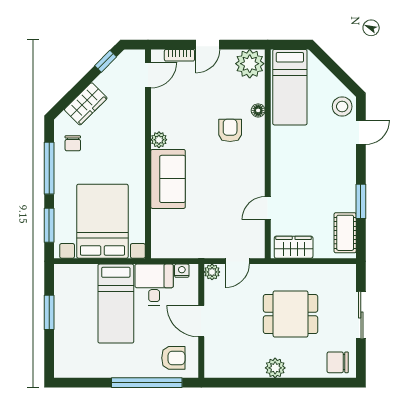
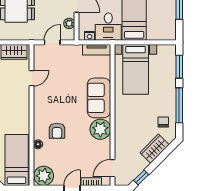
plant: (159, 140) -> (100, 129), width x1.87, depth x1.87
bed with nightstands: (102, 221) -> (136, 69), width x0.73
tv unit: (172, 250) -> (97, 50), added
plant: (212, 272) -> (69, 23), moved

